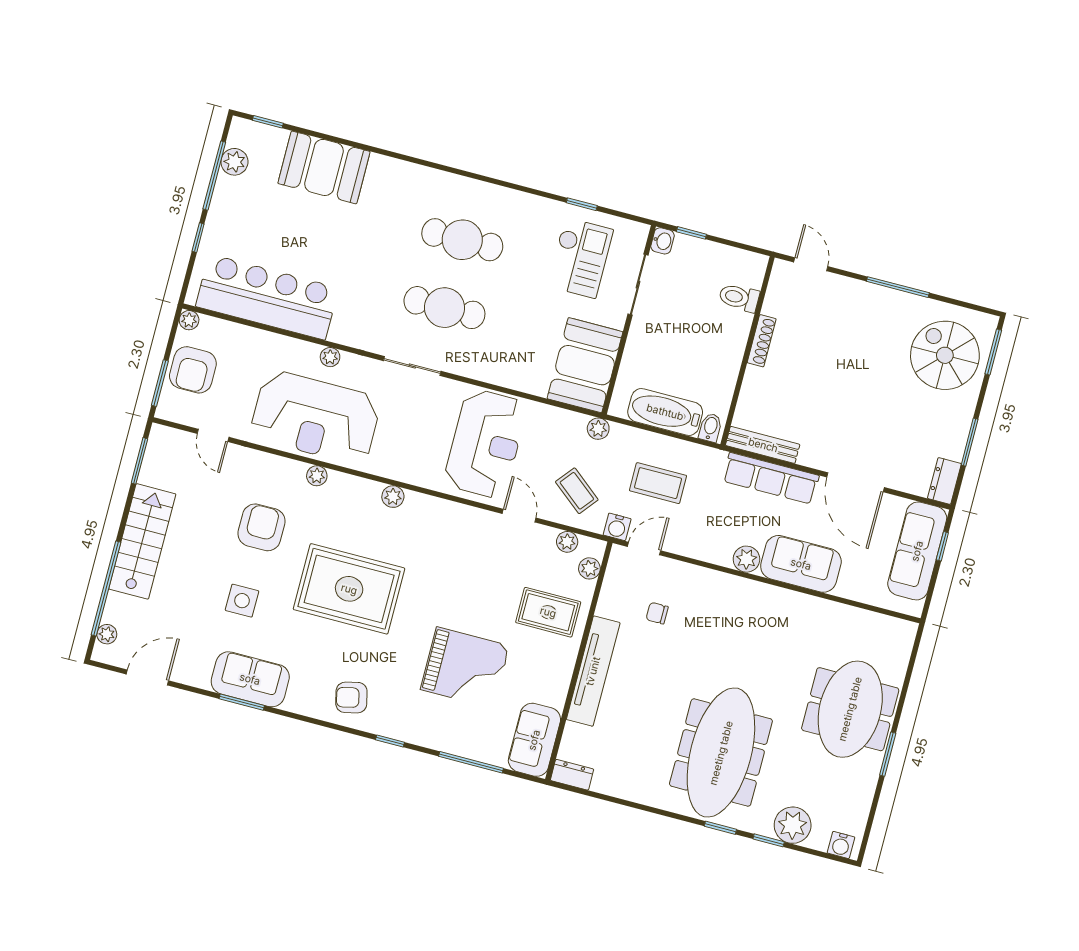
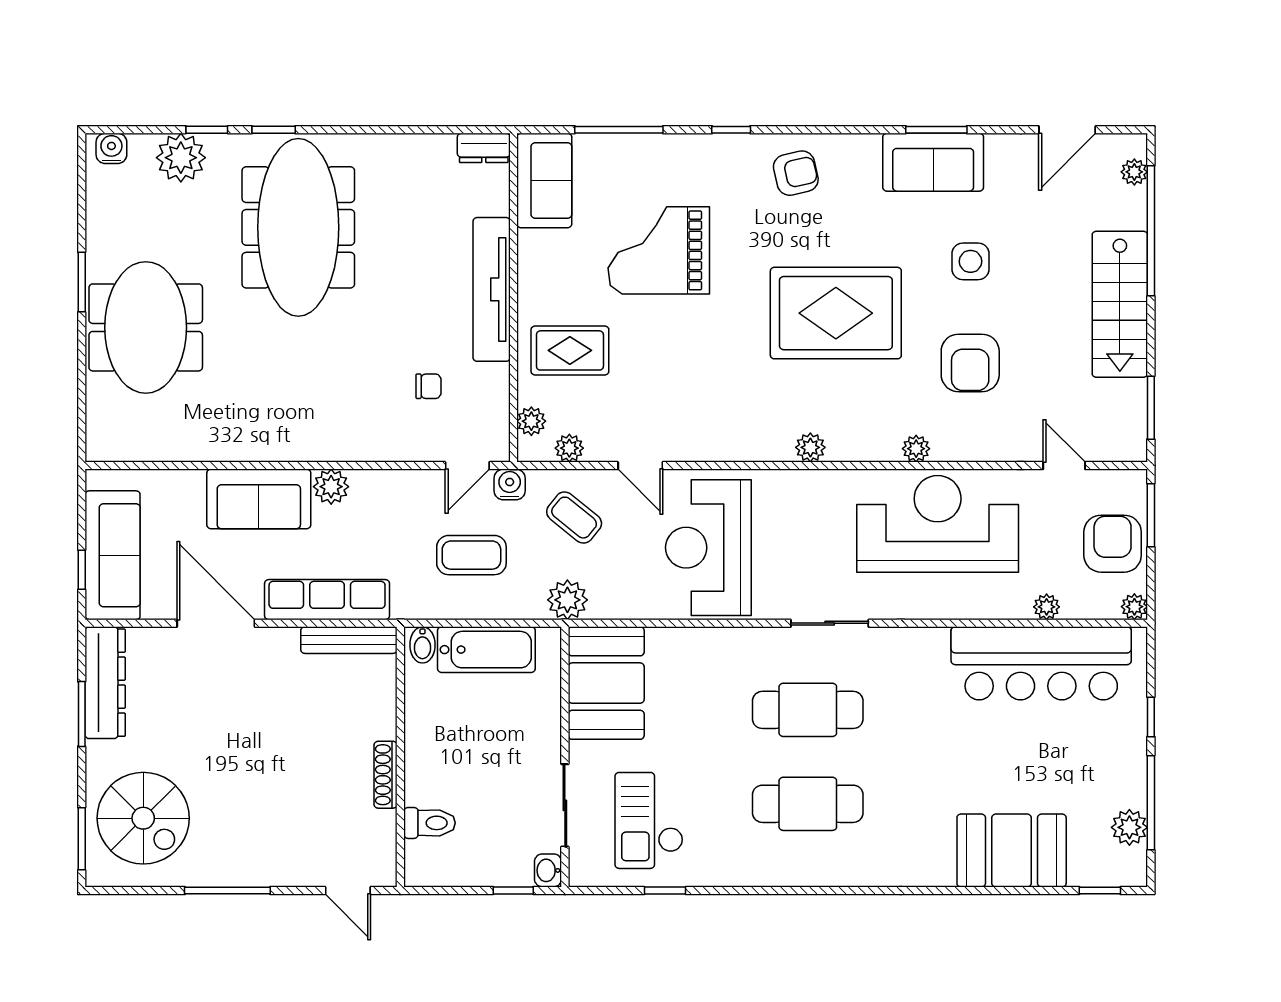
plant: (330, 357) -> (1047, 607), moved
plant: (598, 429) -> (567, 600), width x1.38, depth x1.38
dresser: (944, 481) -> (105, 683), width x1.96, depth x1.24

